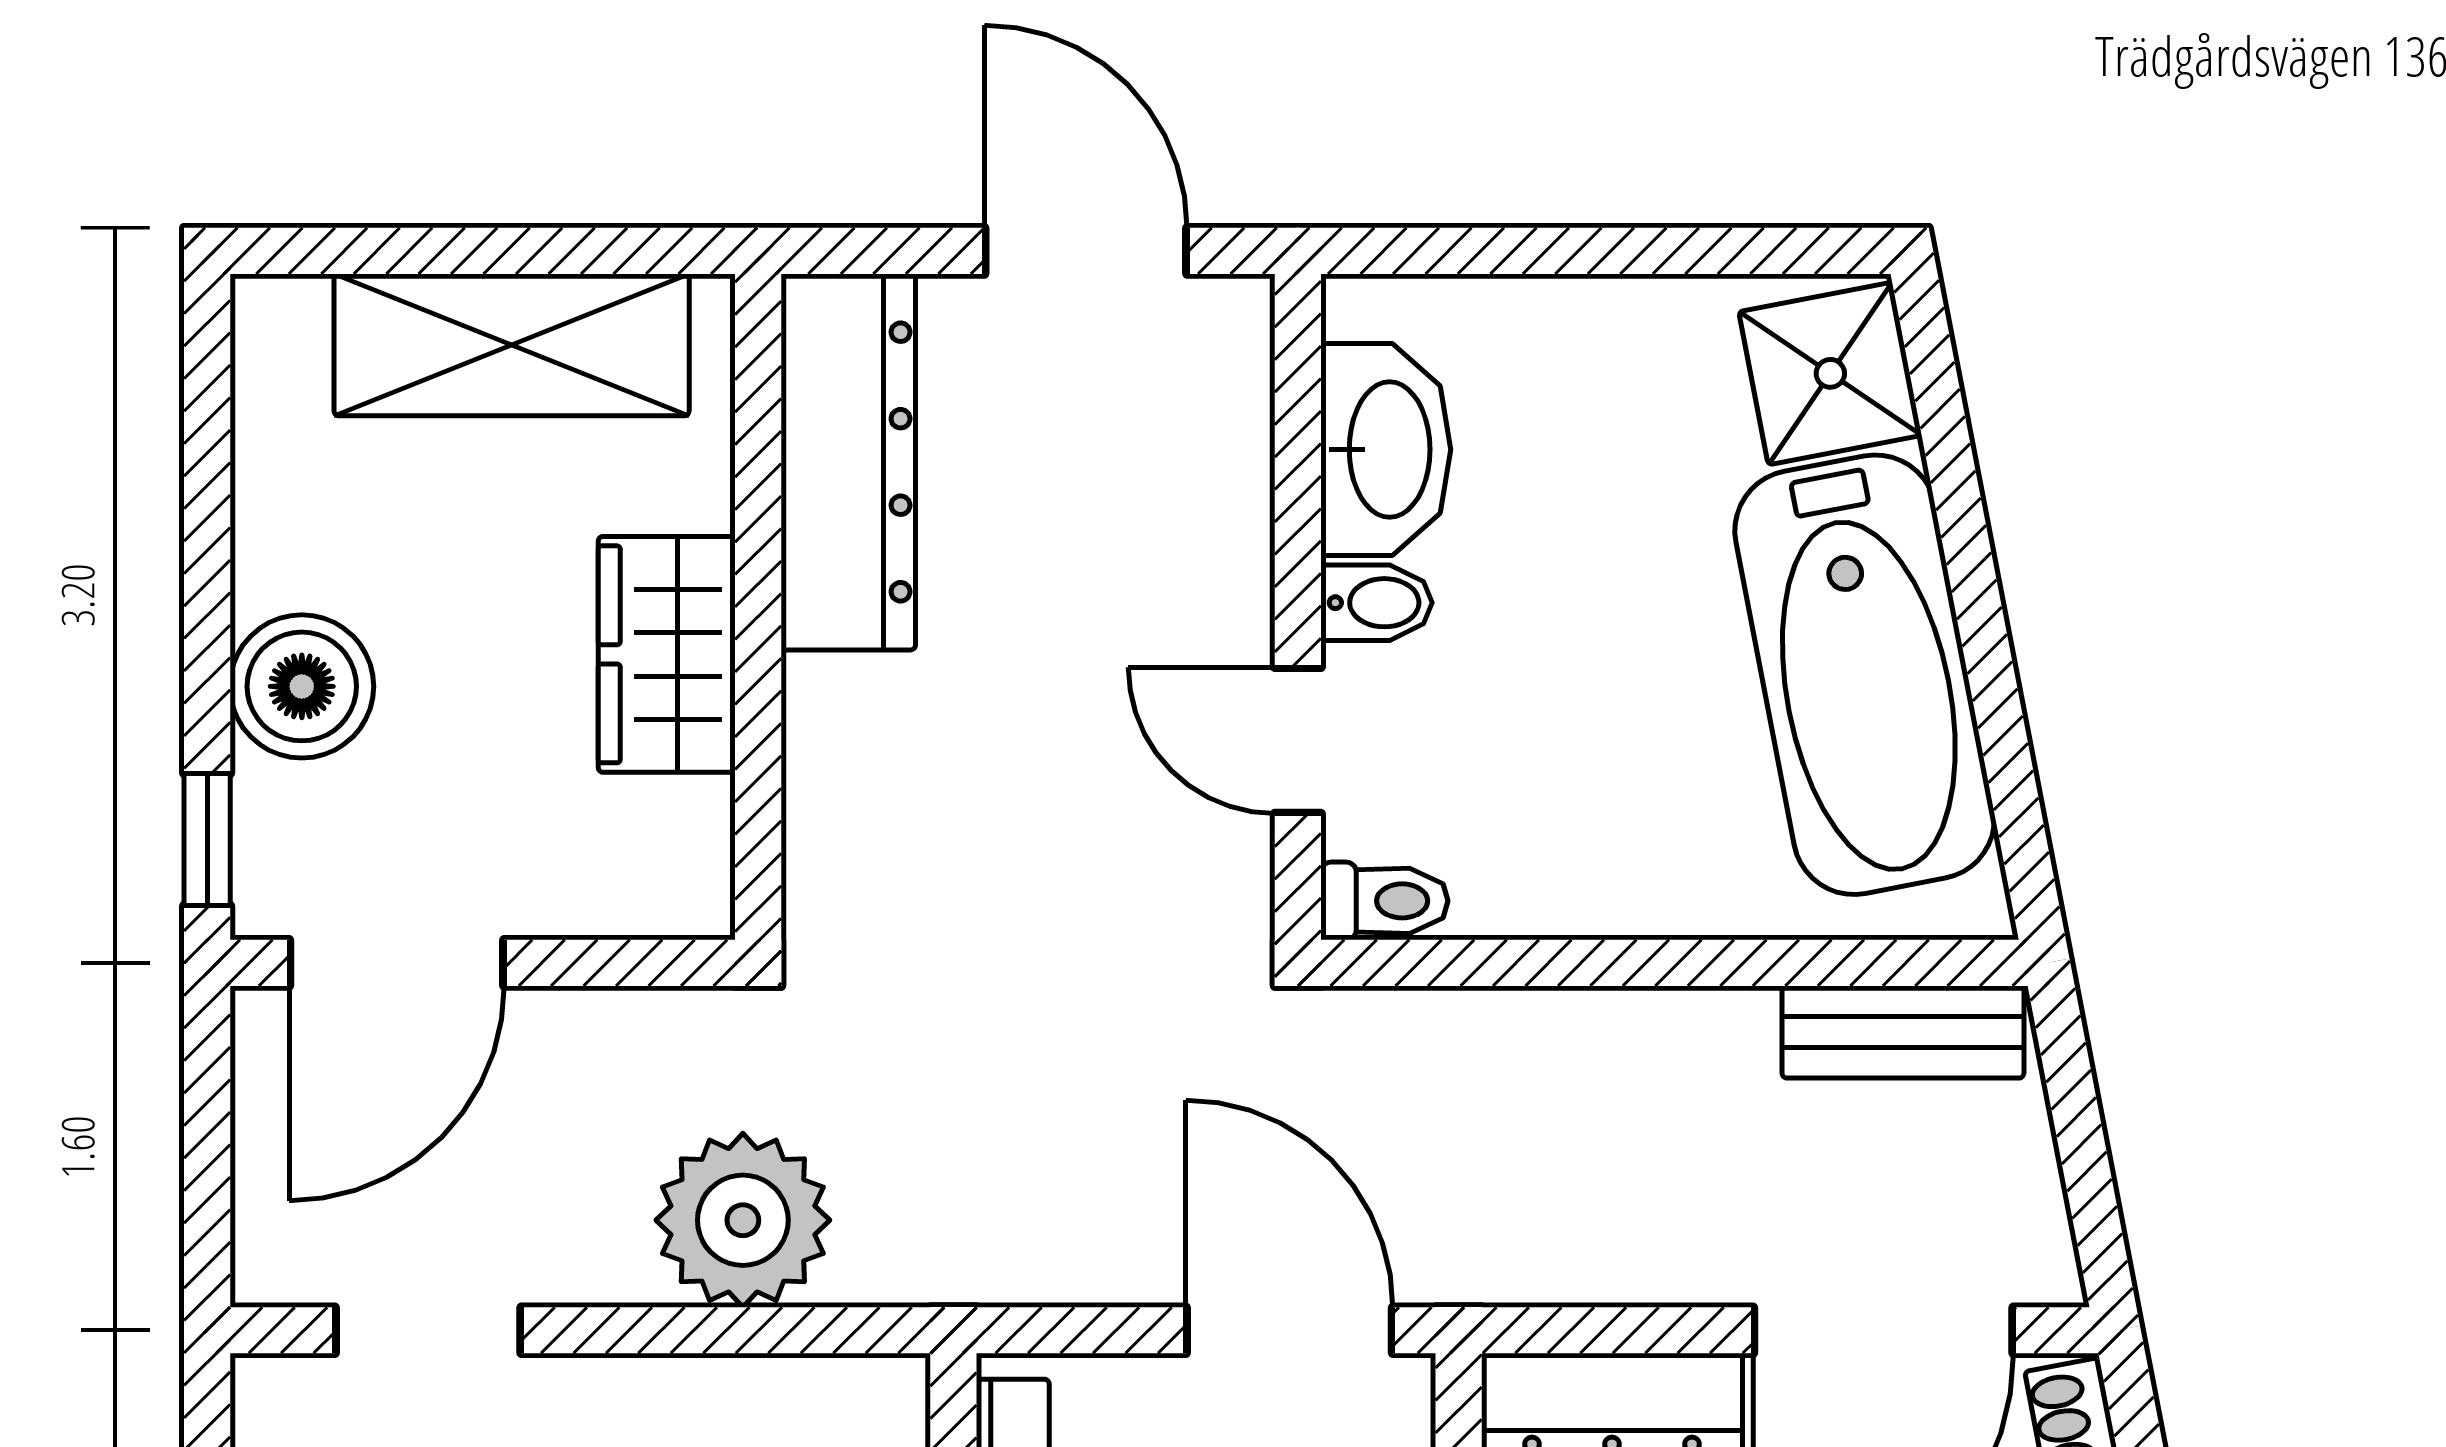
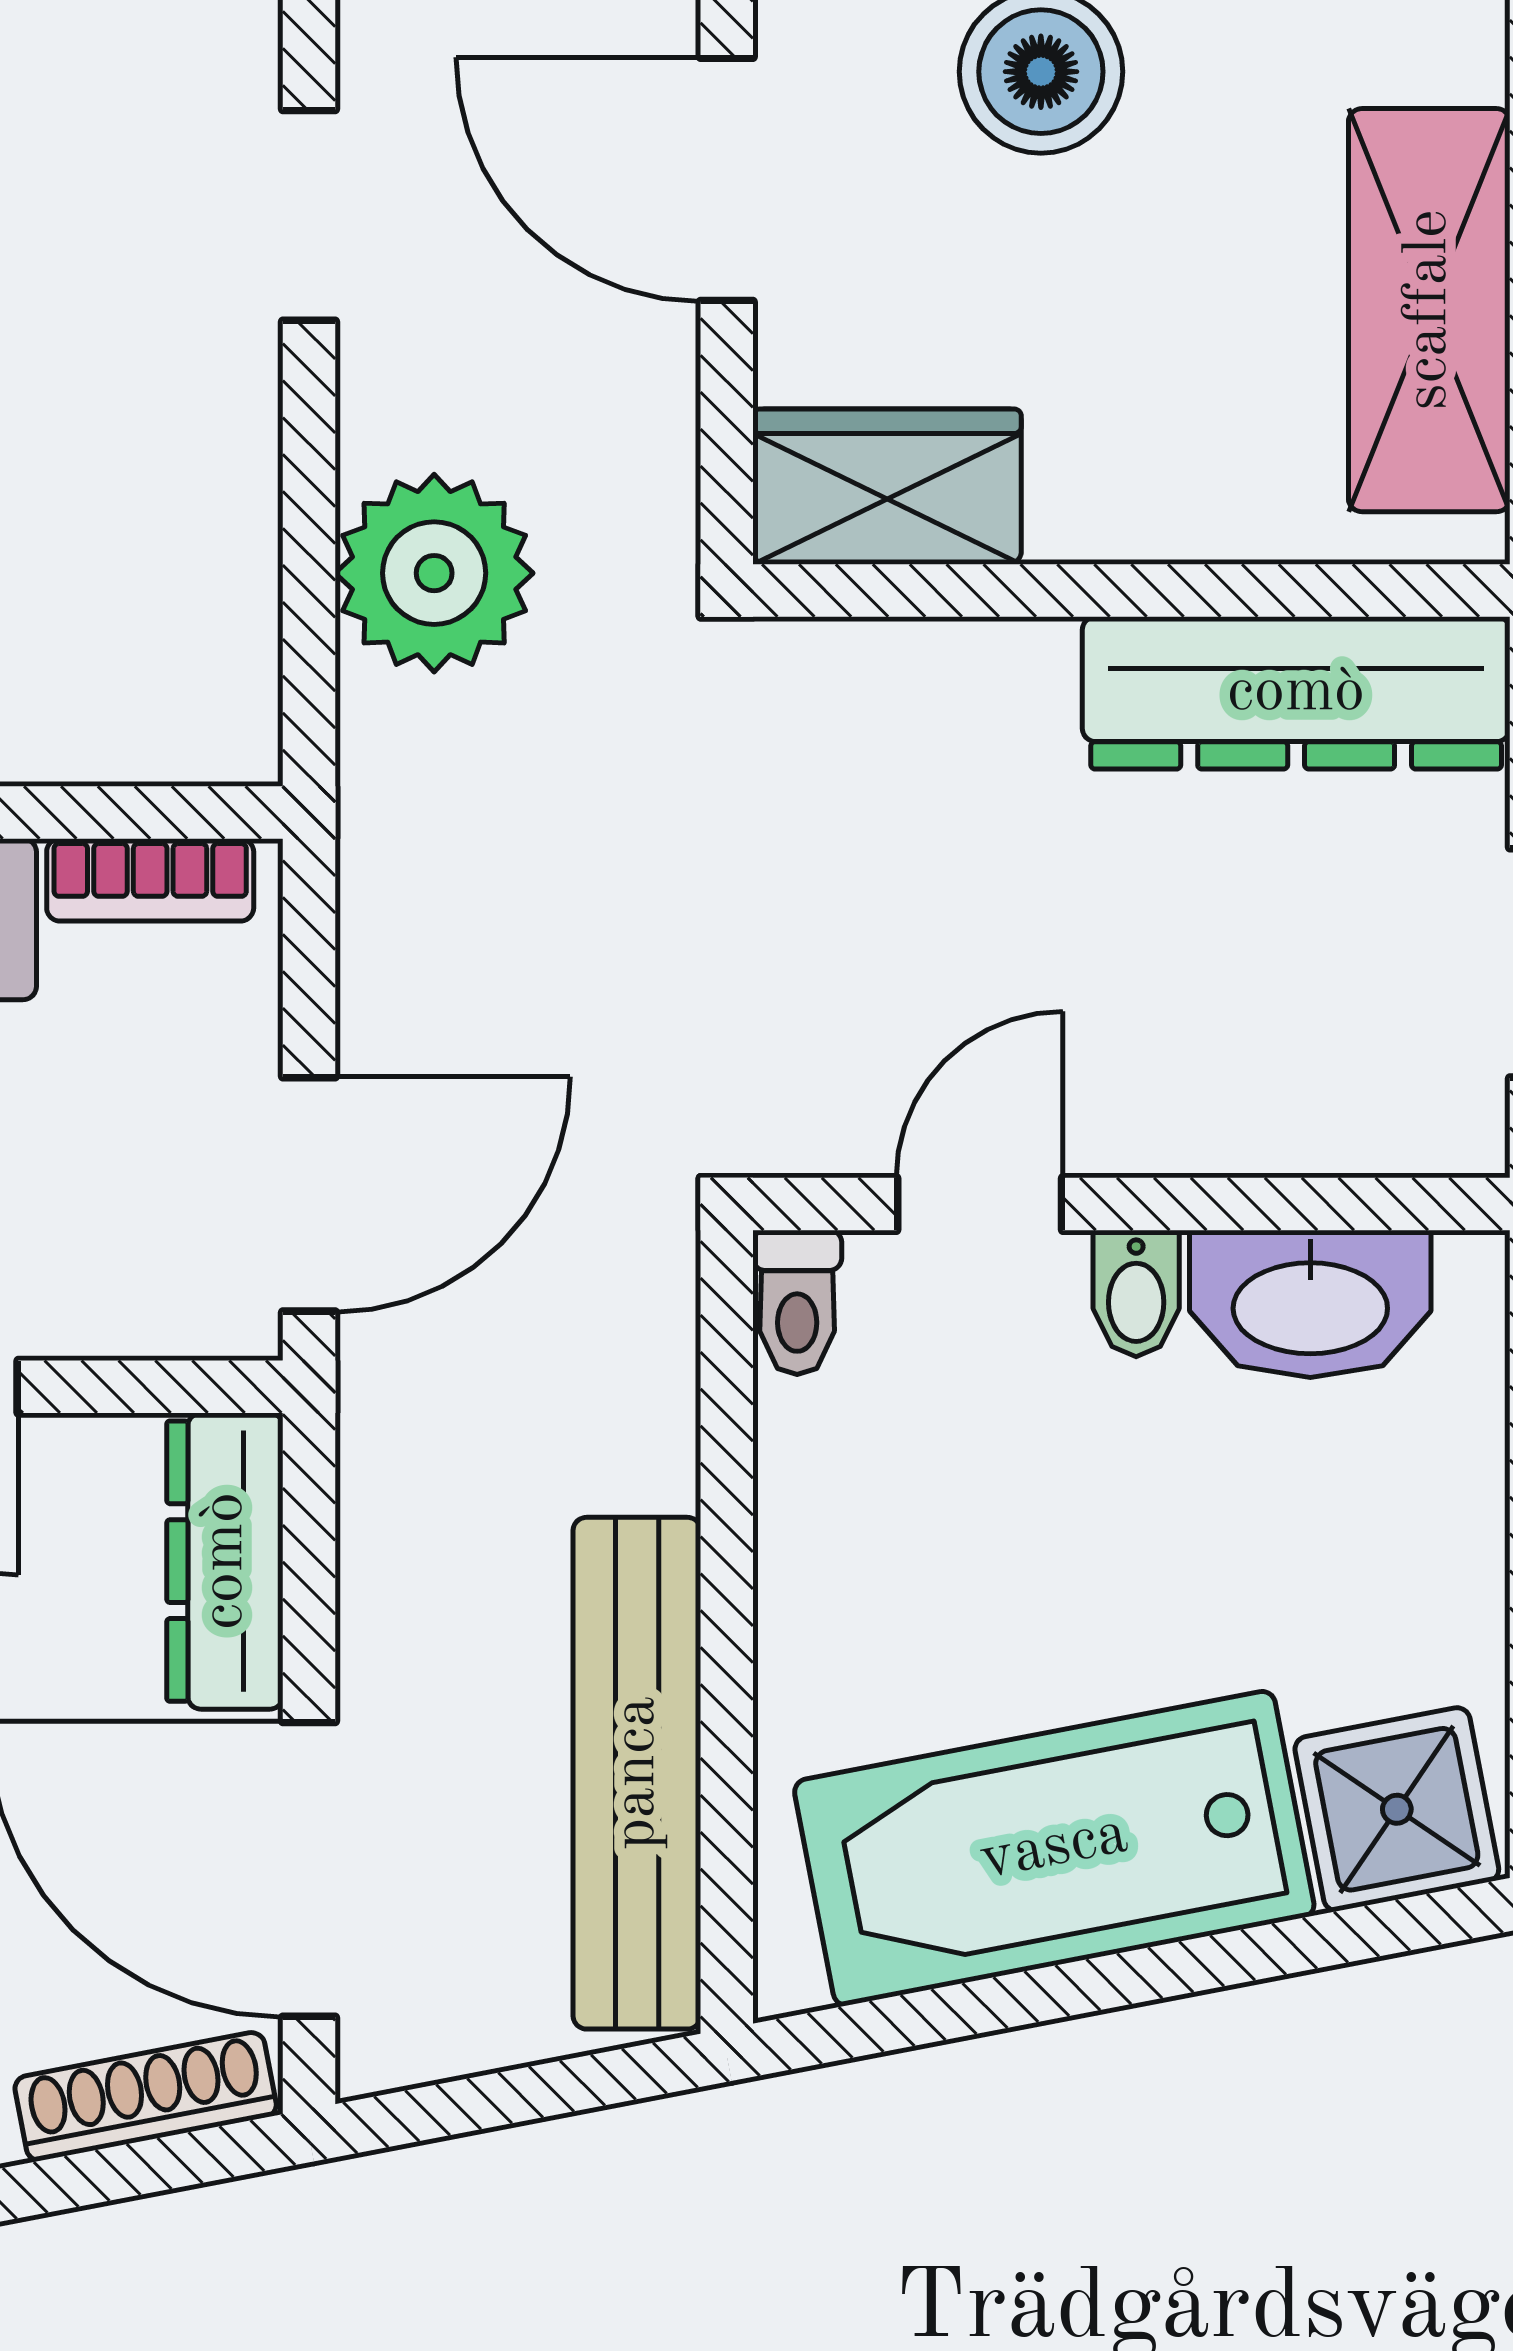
wardrobe: (667, 654) -> (887, 487), moved
bench: (1903, 1032) -> (637, 1773), width x1.86, depth x1.21

